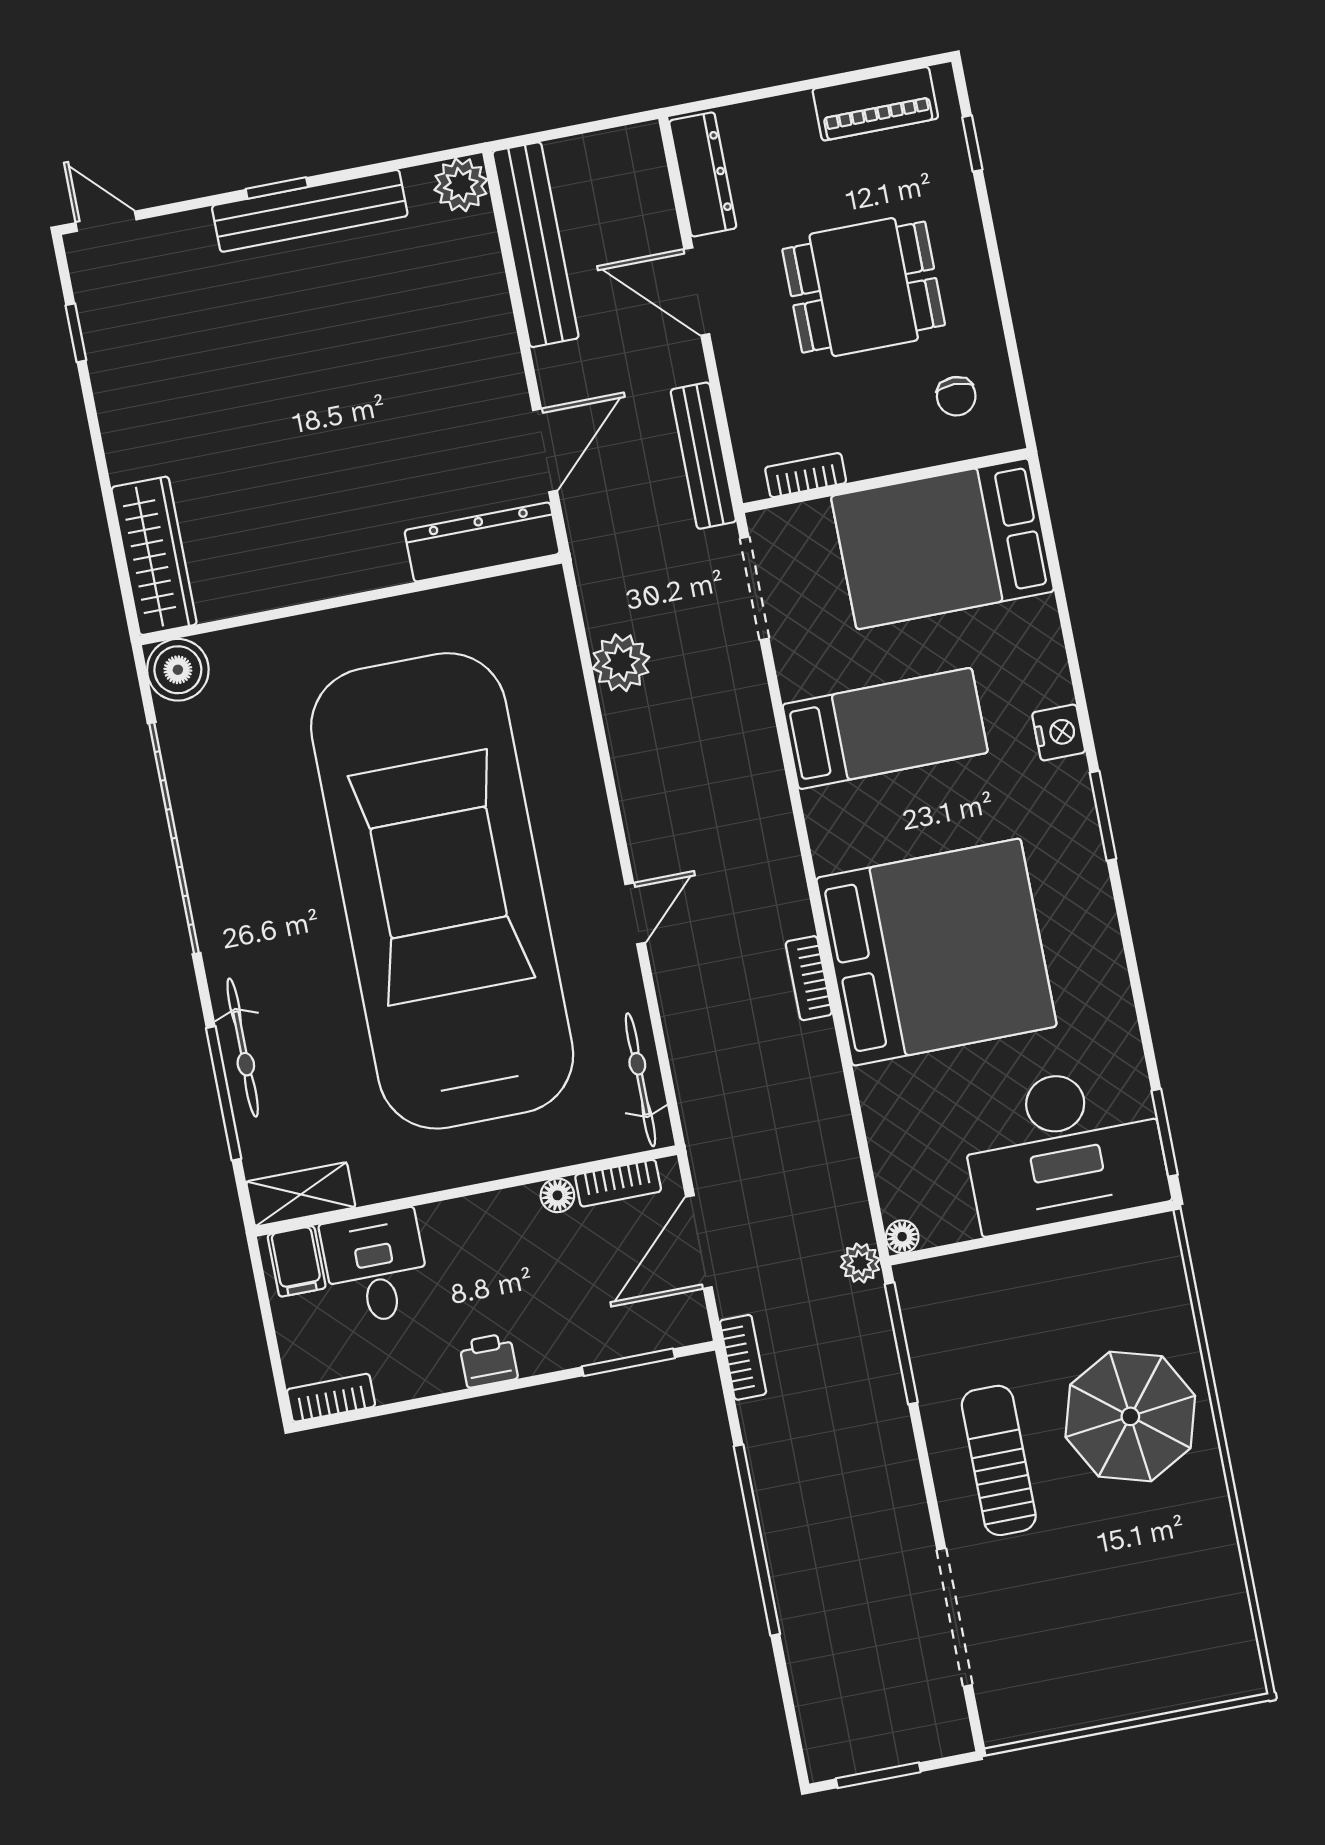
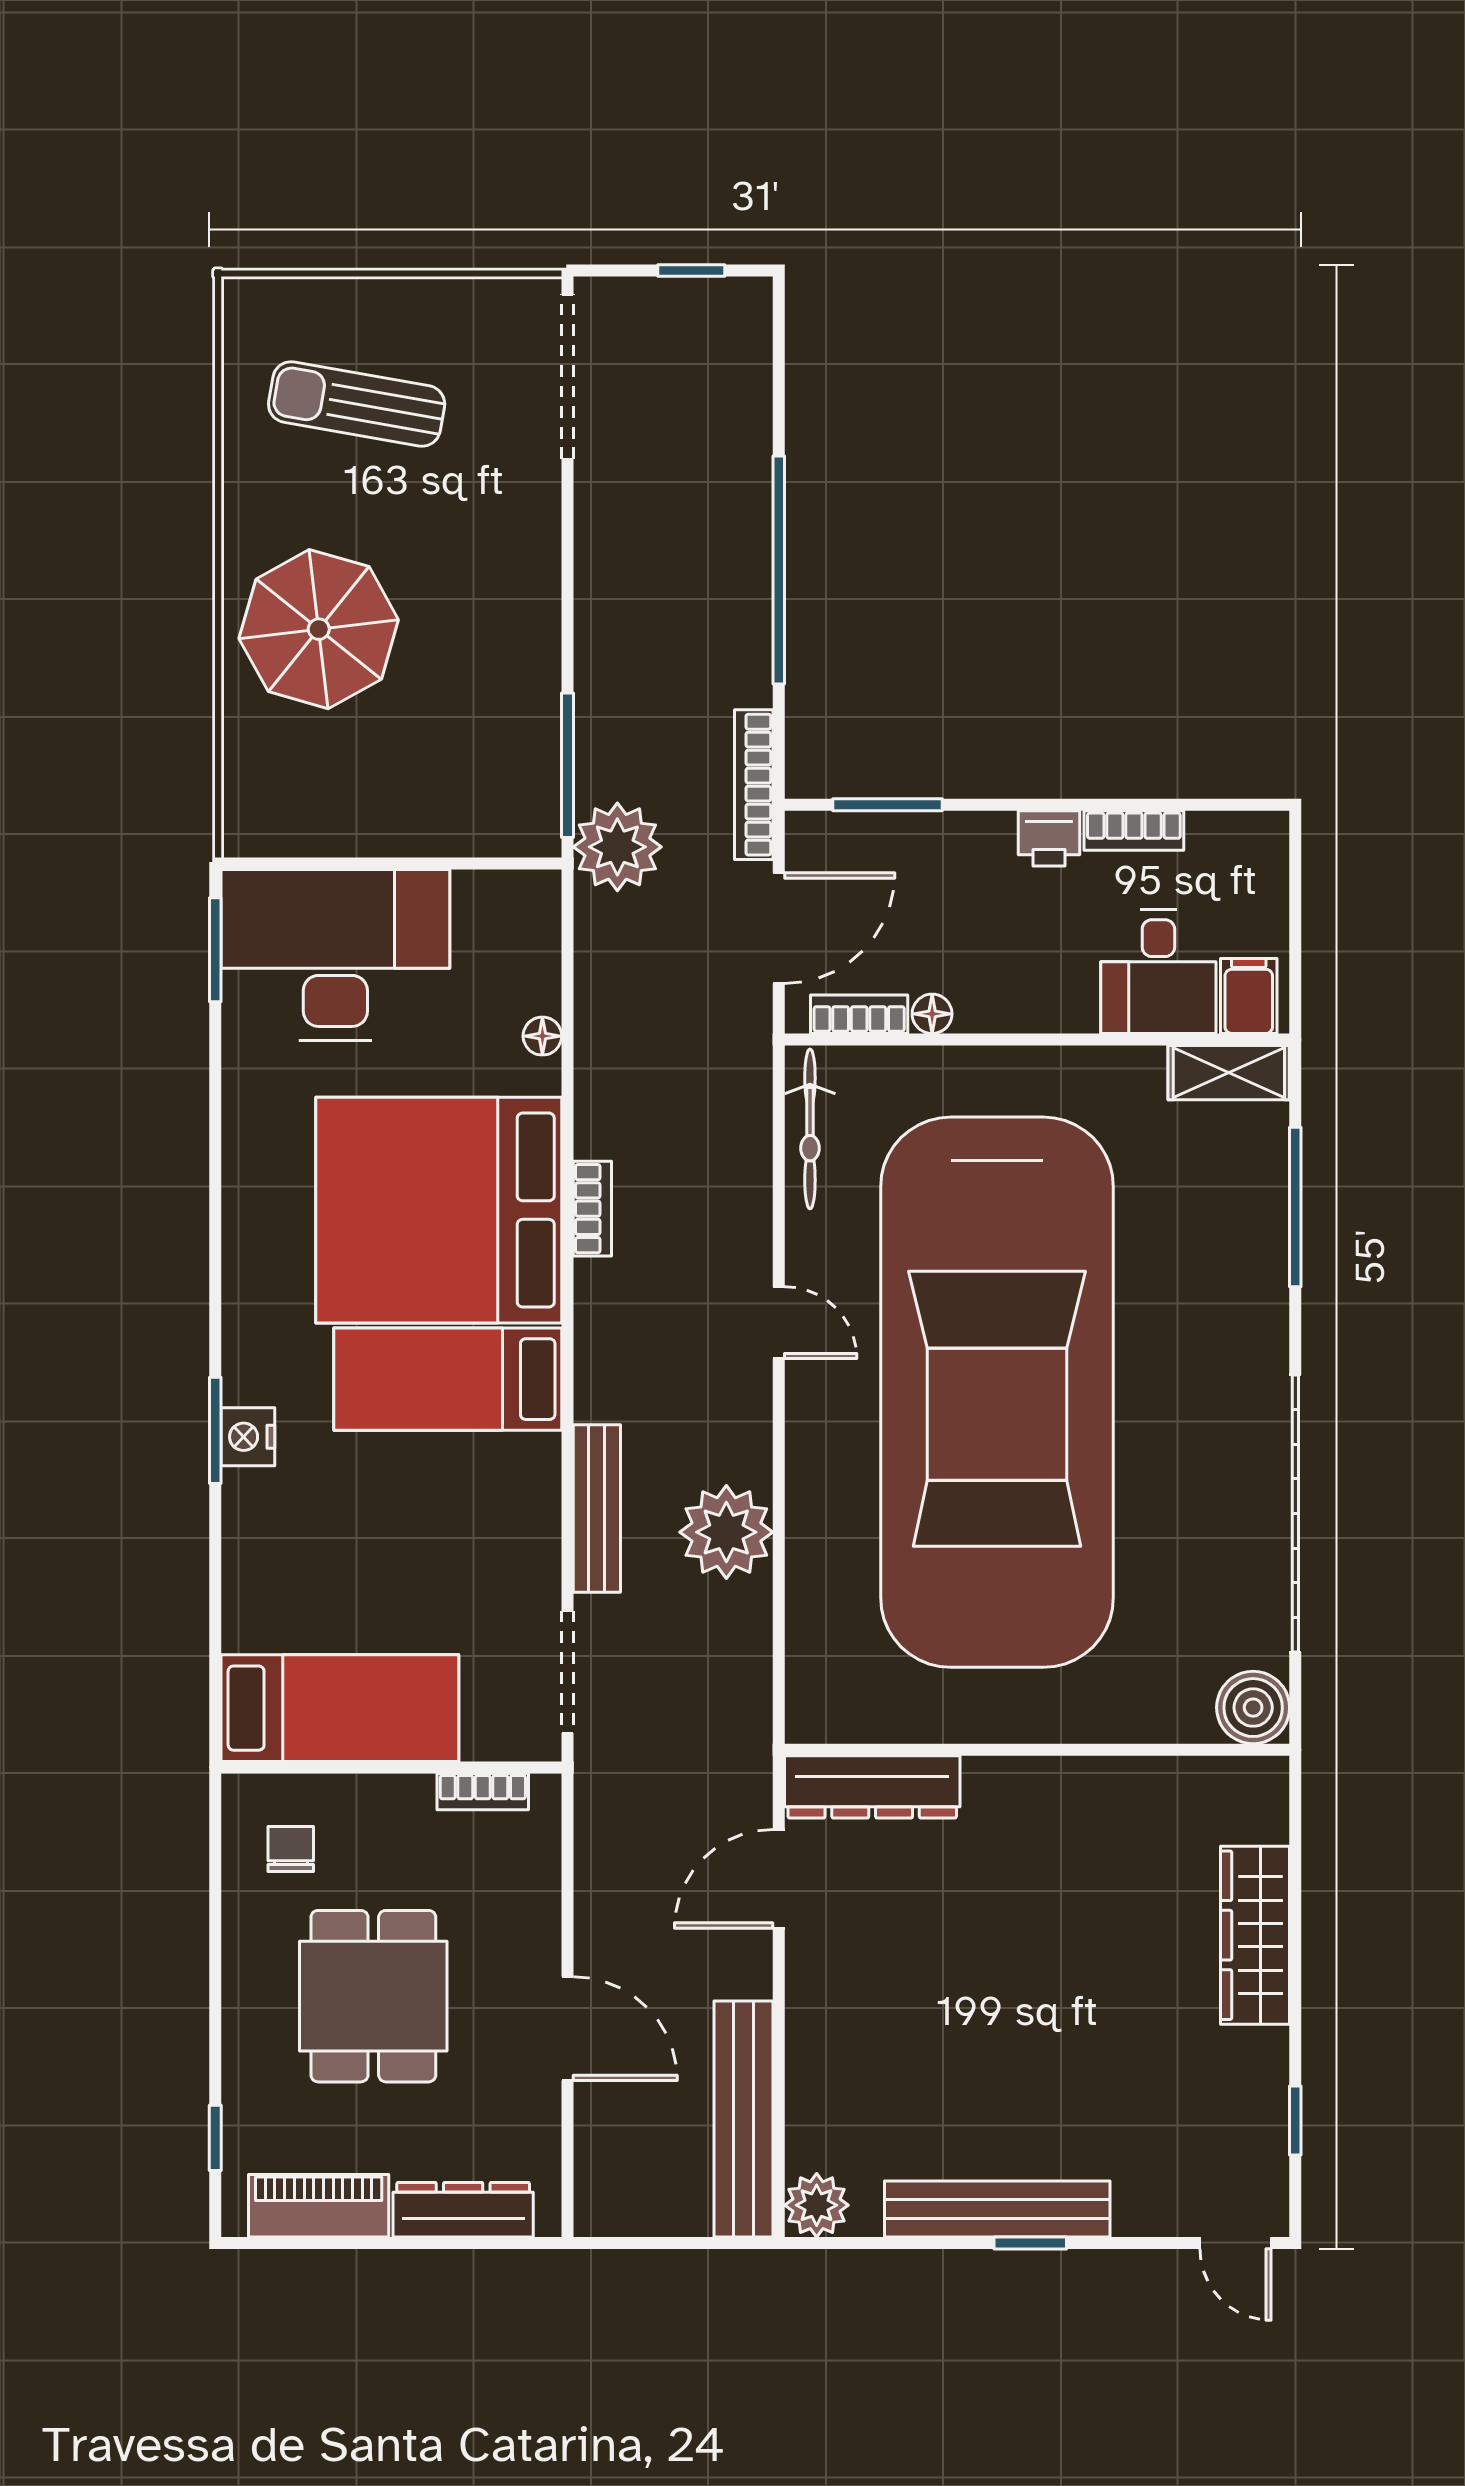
dresser: (703, 174) -> (463, 2210), moved, turned 90
dining table: (864, 287) -> (373, 1996), turned 90
bench: (703, 456) -> (597, 1509), moved
bed: (942, 544) -> (340, 1708), width x0.67
wardrobe: (154, 556) -> (1255, 1935), moved
plant: (621, 663) -> (726, 1532), moved, width x1.36, depth x1.36
bed: (885, 728) -> (448, 1379), moved
window: (1103, 816) -> (215, 1430), moved
door: (635, 913) -> (779, 1323), swing flipped
bicycle: (243, 1048) -> (1263, 1256), removed
floor lamp: (902, 1237) -> (542, 1036), moved
plant: (860, 1263) -> (617, 847), width x1.88, depth x1.88
bookcase: (743, 1357) -> (754, 785), width x1.56
bookcase: (331, 1398) -> (1134, 830), moved
sun lounger: (999, 1460) -> (357, 404), moved, turned 100
doorway: (954, 1617) -> (567, 377), moved
window: (878, 1775) -> (691, 271), width x0.67

